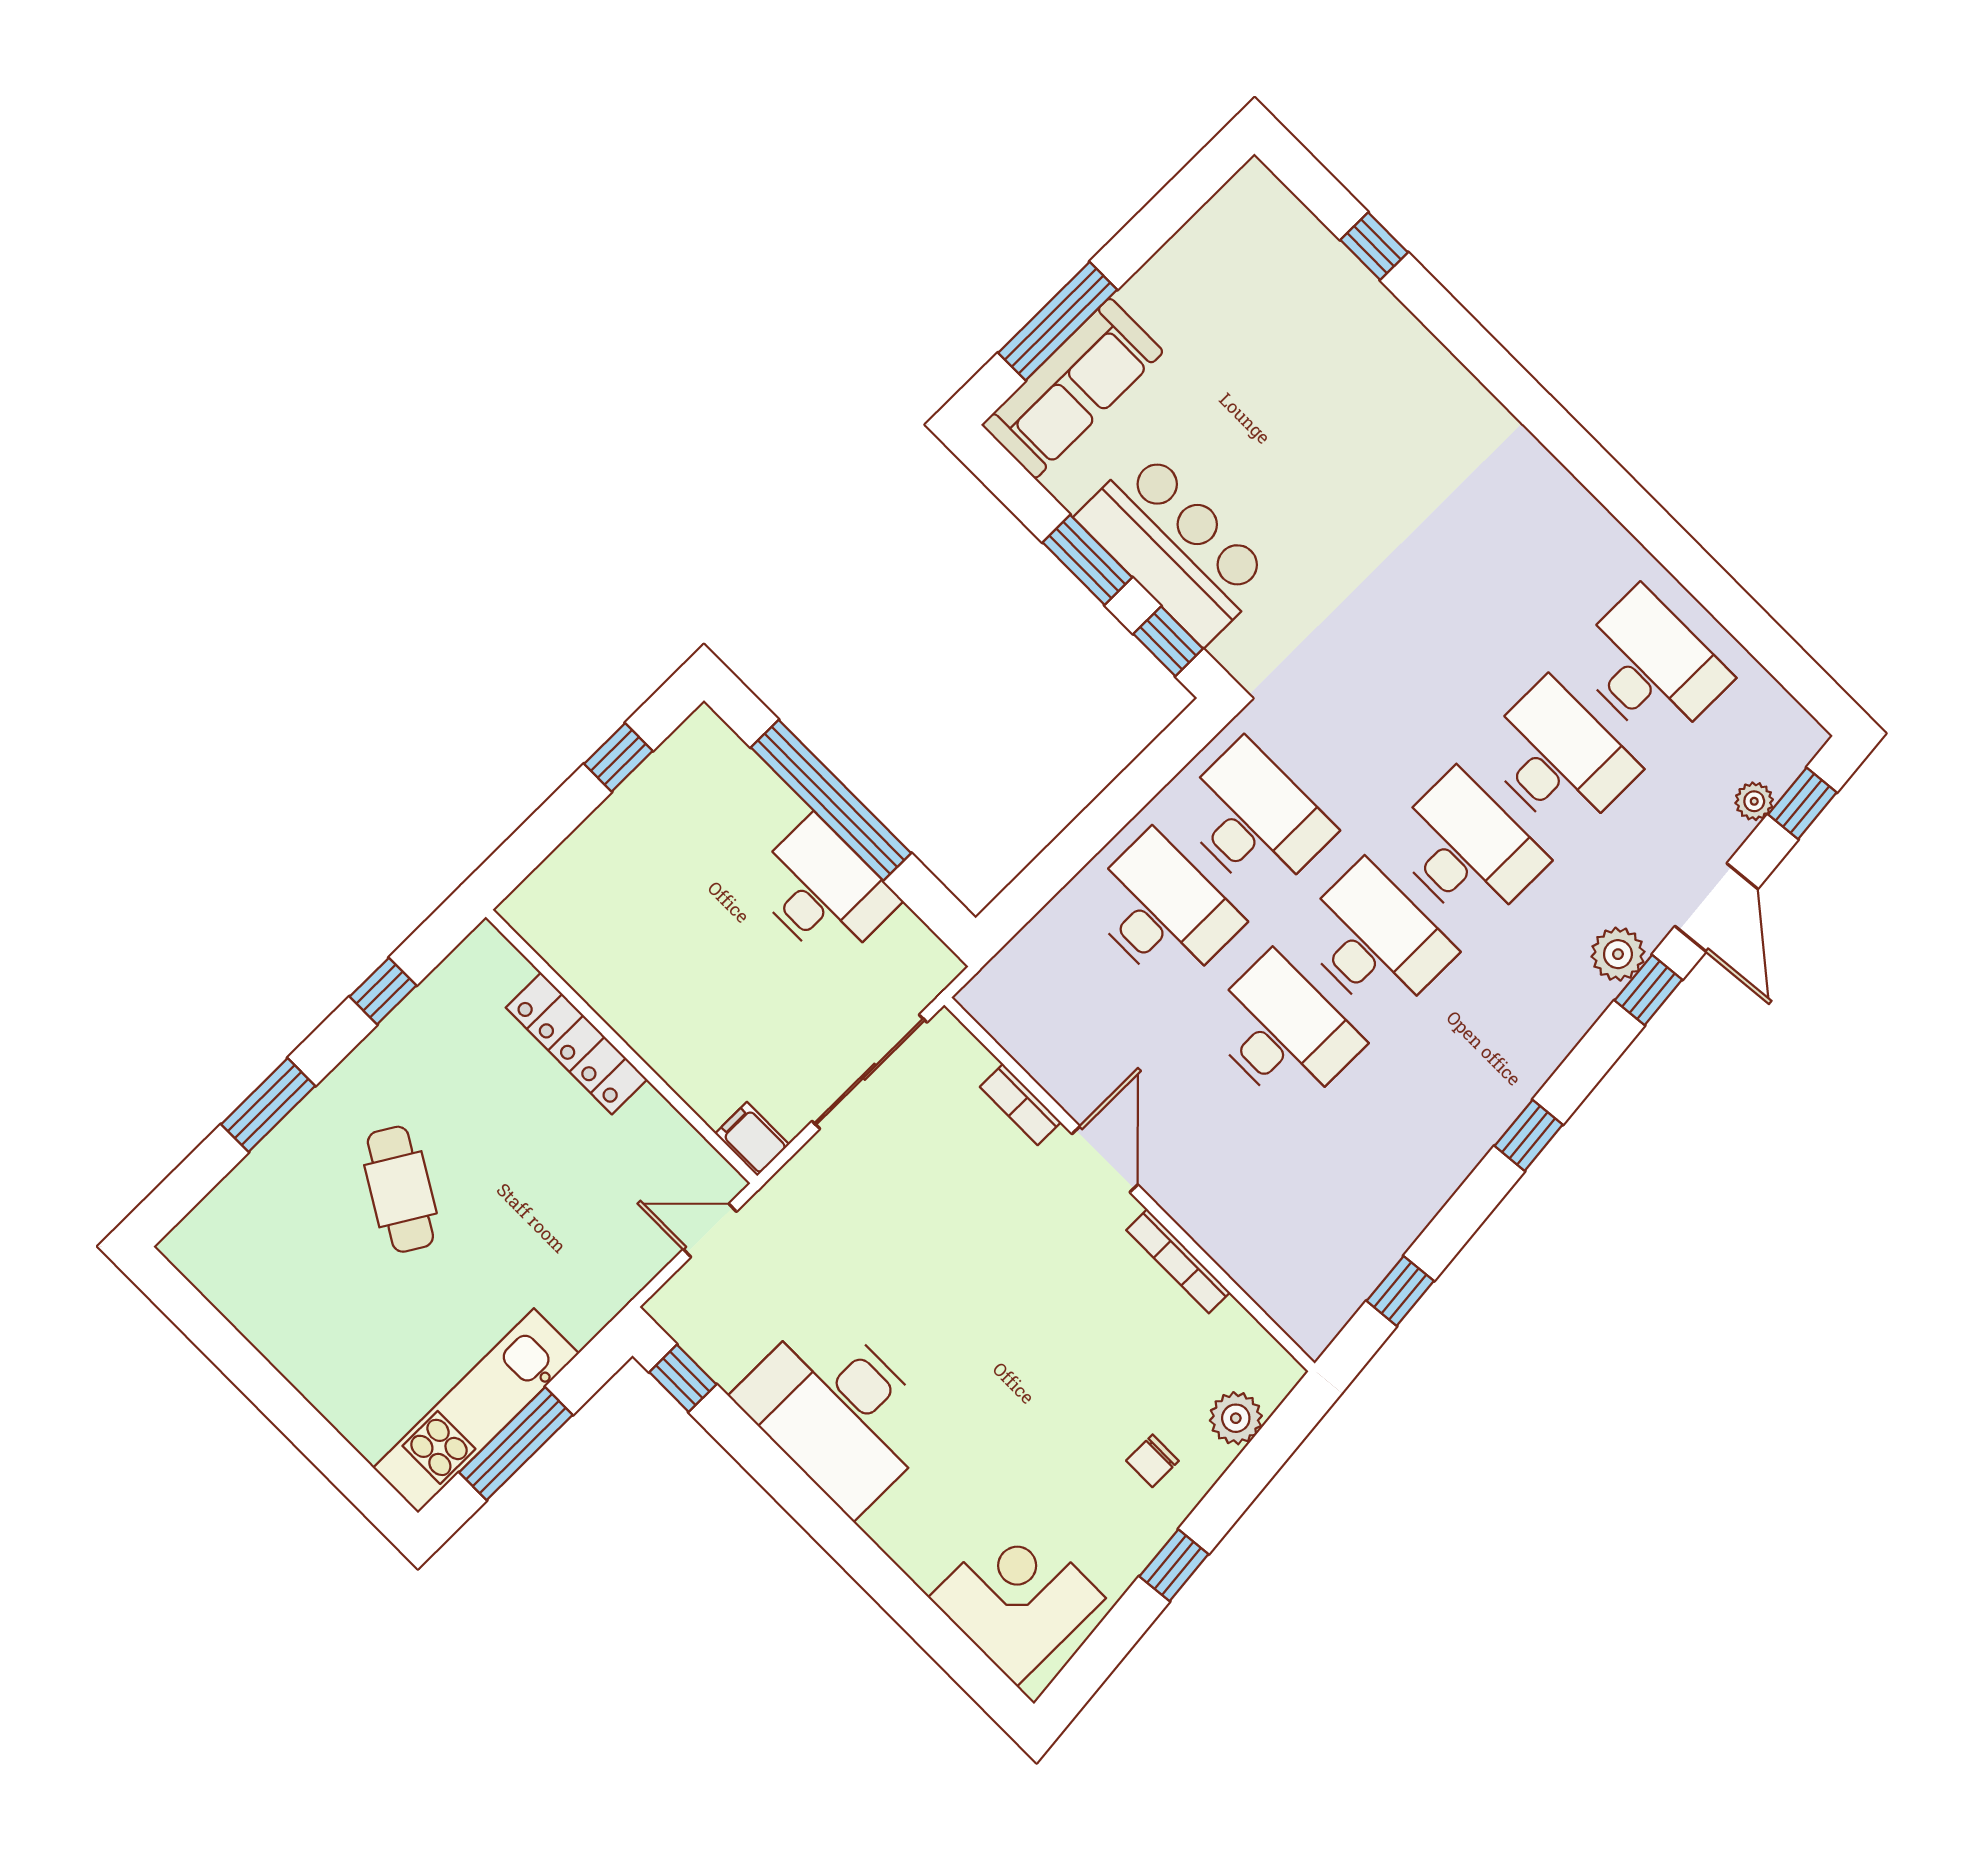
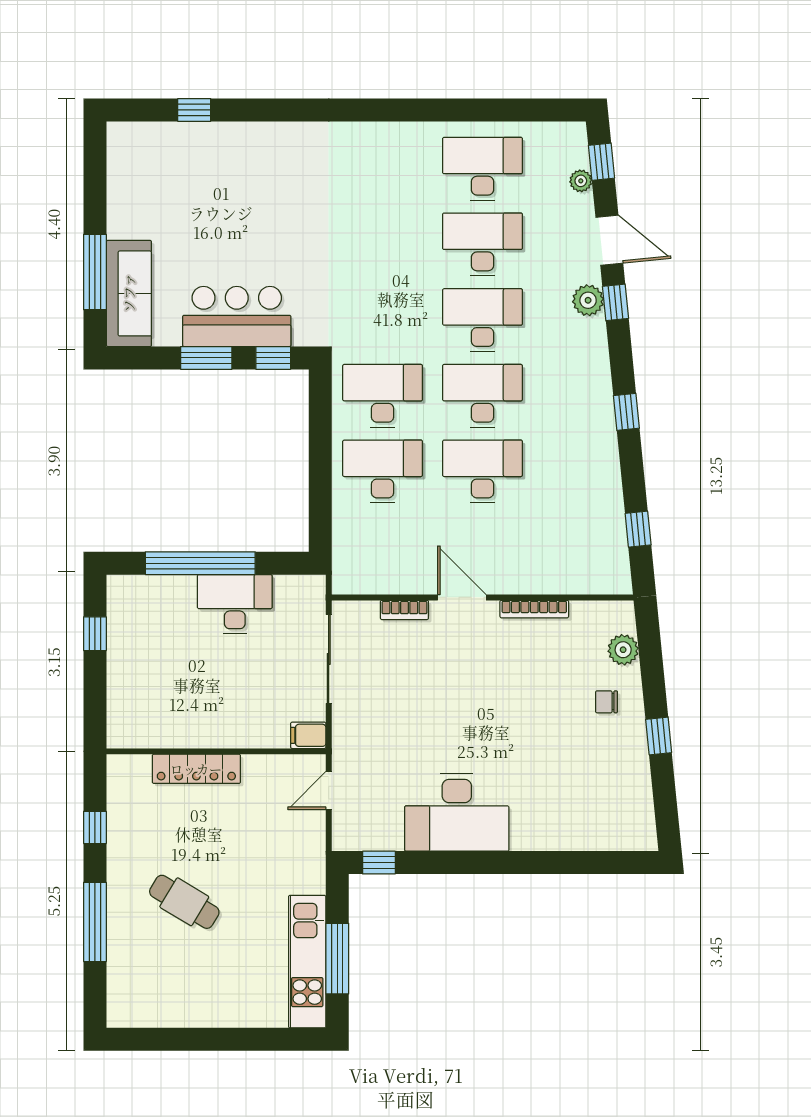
window: (268, 1105) -> (95, 922), width x1.44
chair: (1152, 1461) -> (606, 702), turned 90
corner desk: (1017, 1598) -> (607, 814), removed

